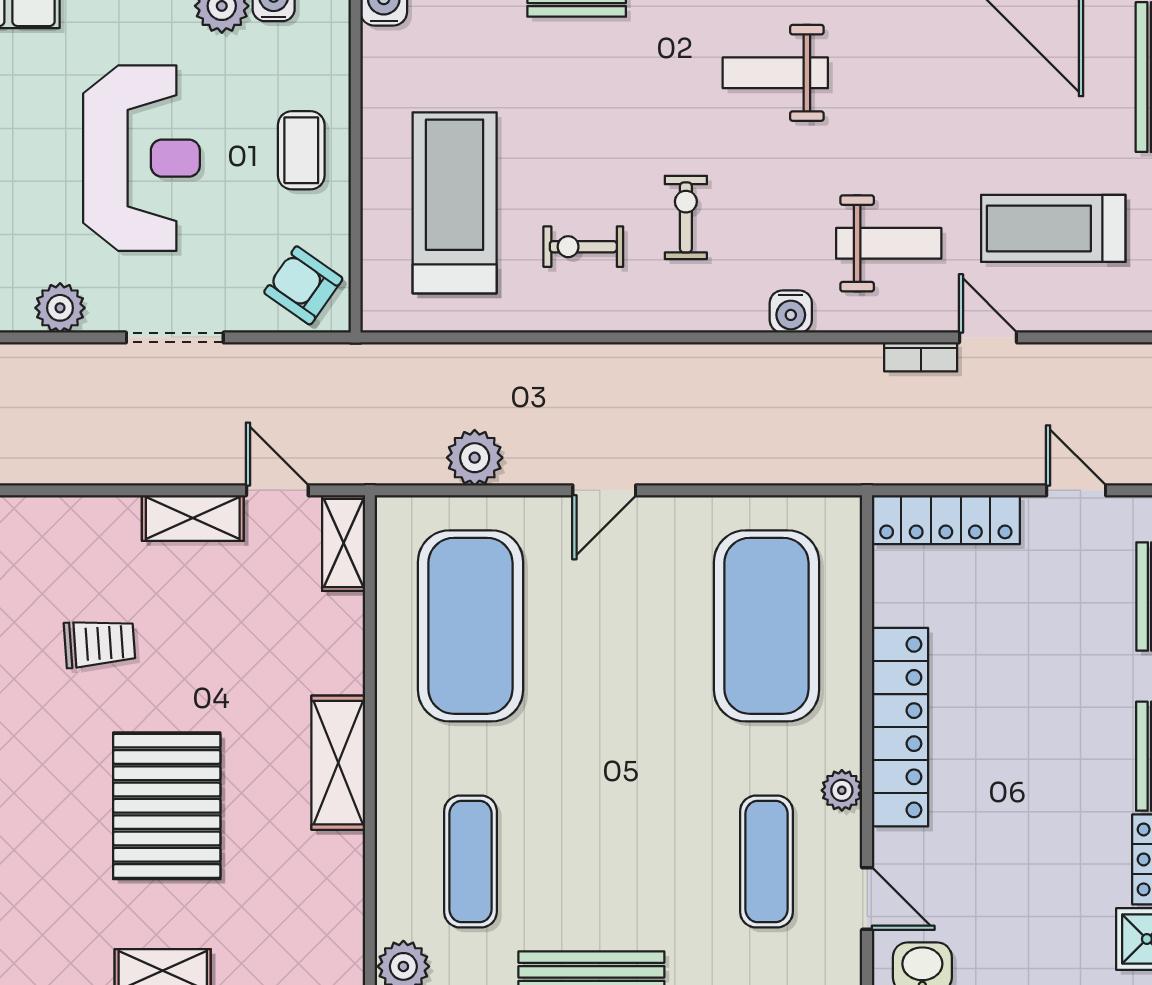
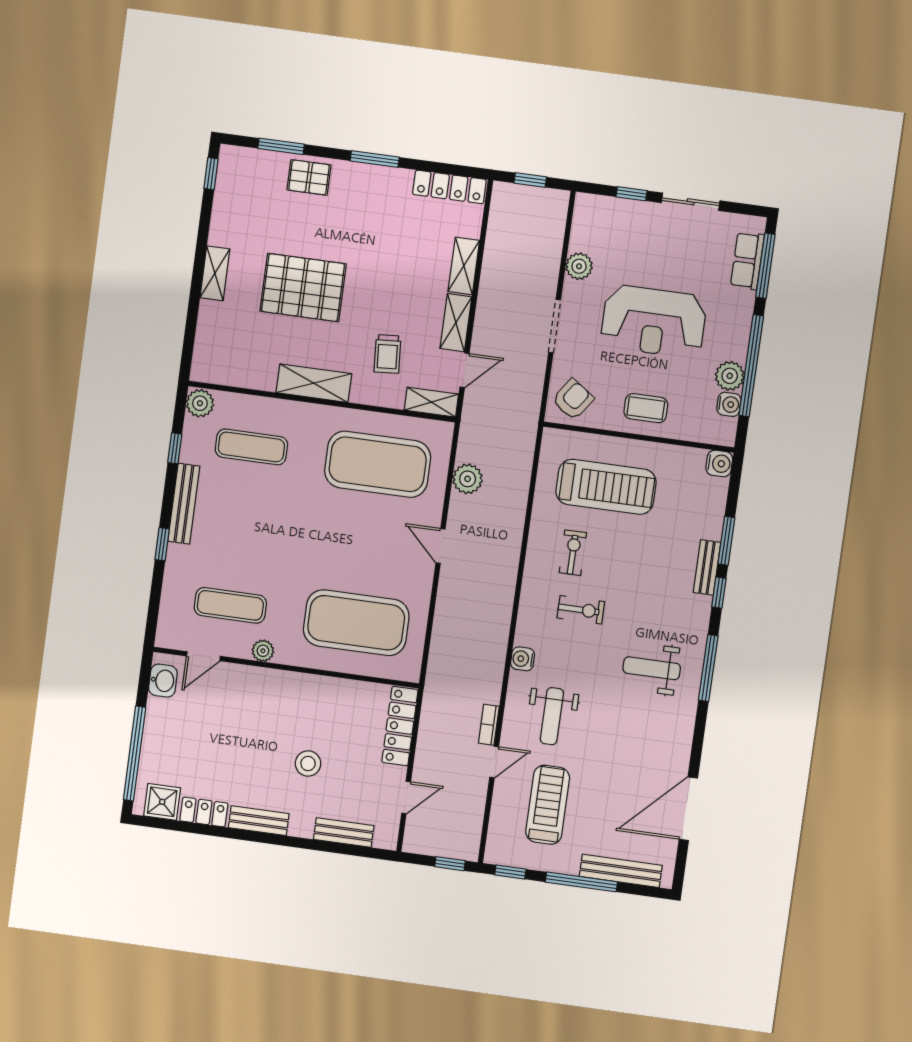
weight bench: (775, 73) -> (652, 668), turned -90
shelving: (88, 518) -> (464, 266), added
trolley: (100, 643) -> (387, 354), moved
stool: (1038, 679) -> (308, 764), added
locker: (900, 727) -> (293, 686), removed

